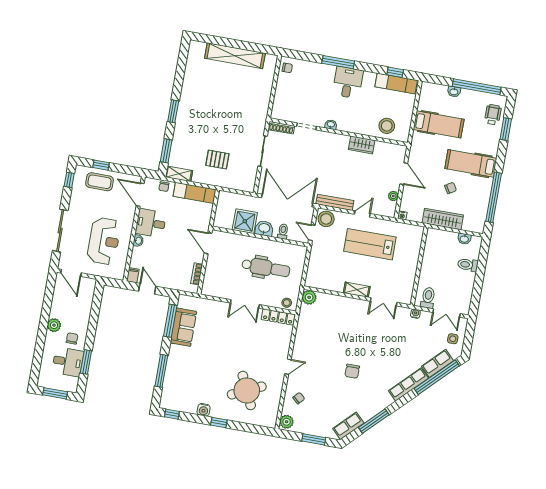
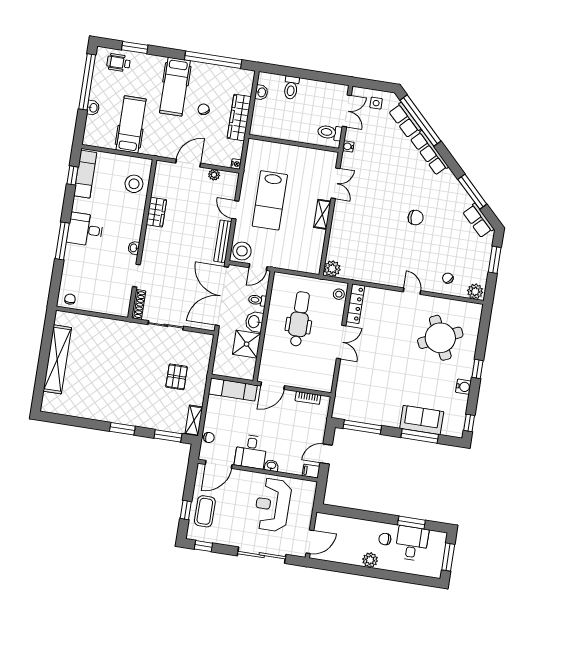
exam couch: (195, 193) -> (233, 389), moved, turned 90
reception desk: (104, 241) -> (273, 505), turned -90
sofa: (183, 327) -> (422, 420), moved

